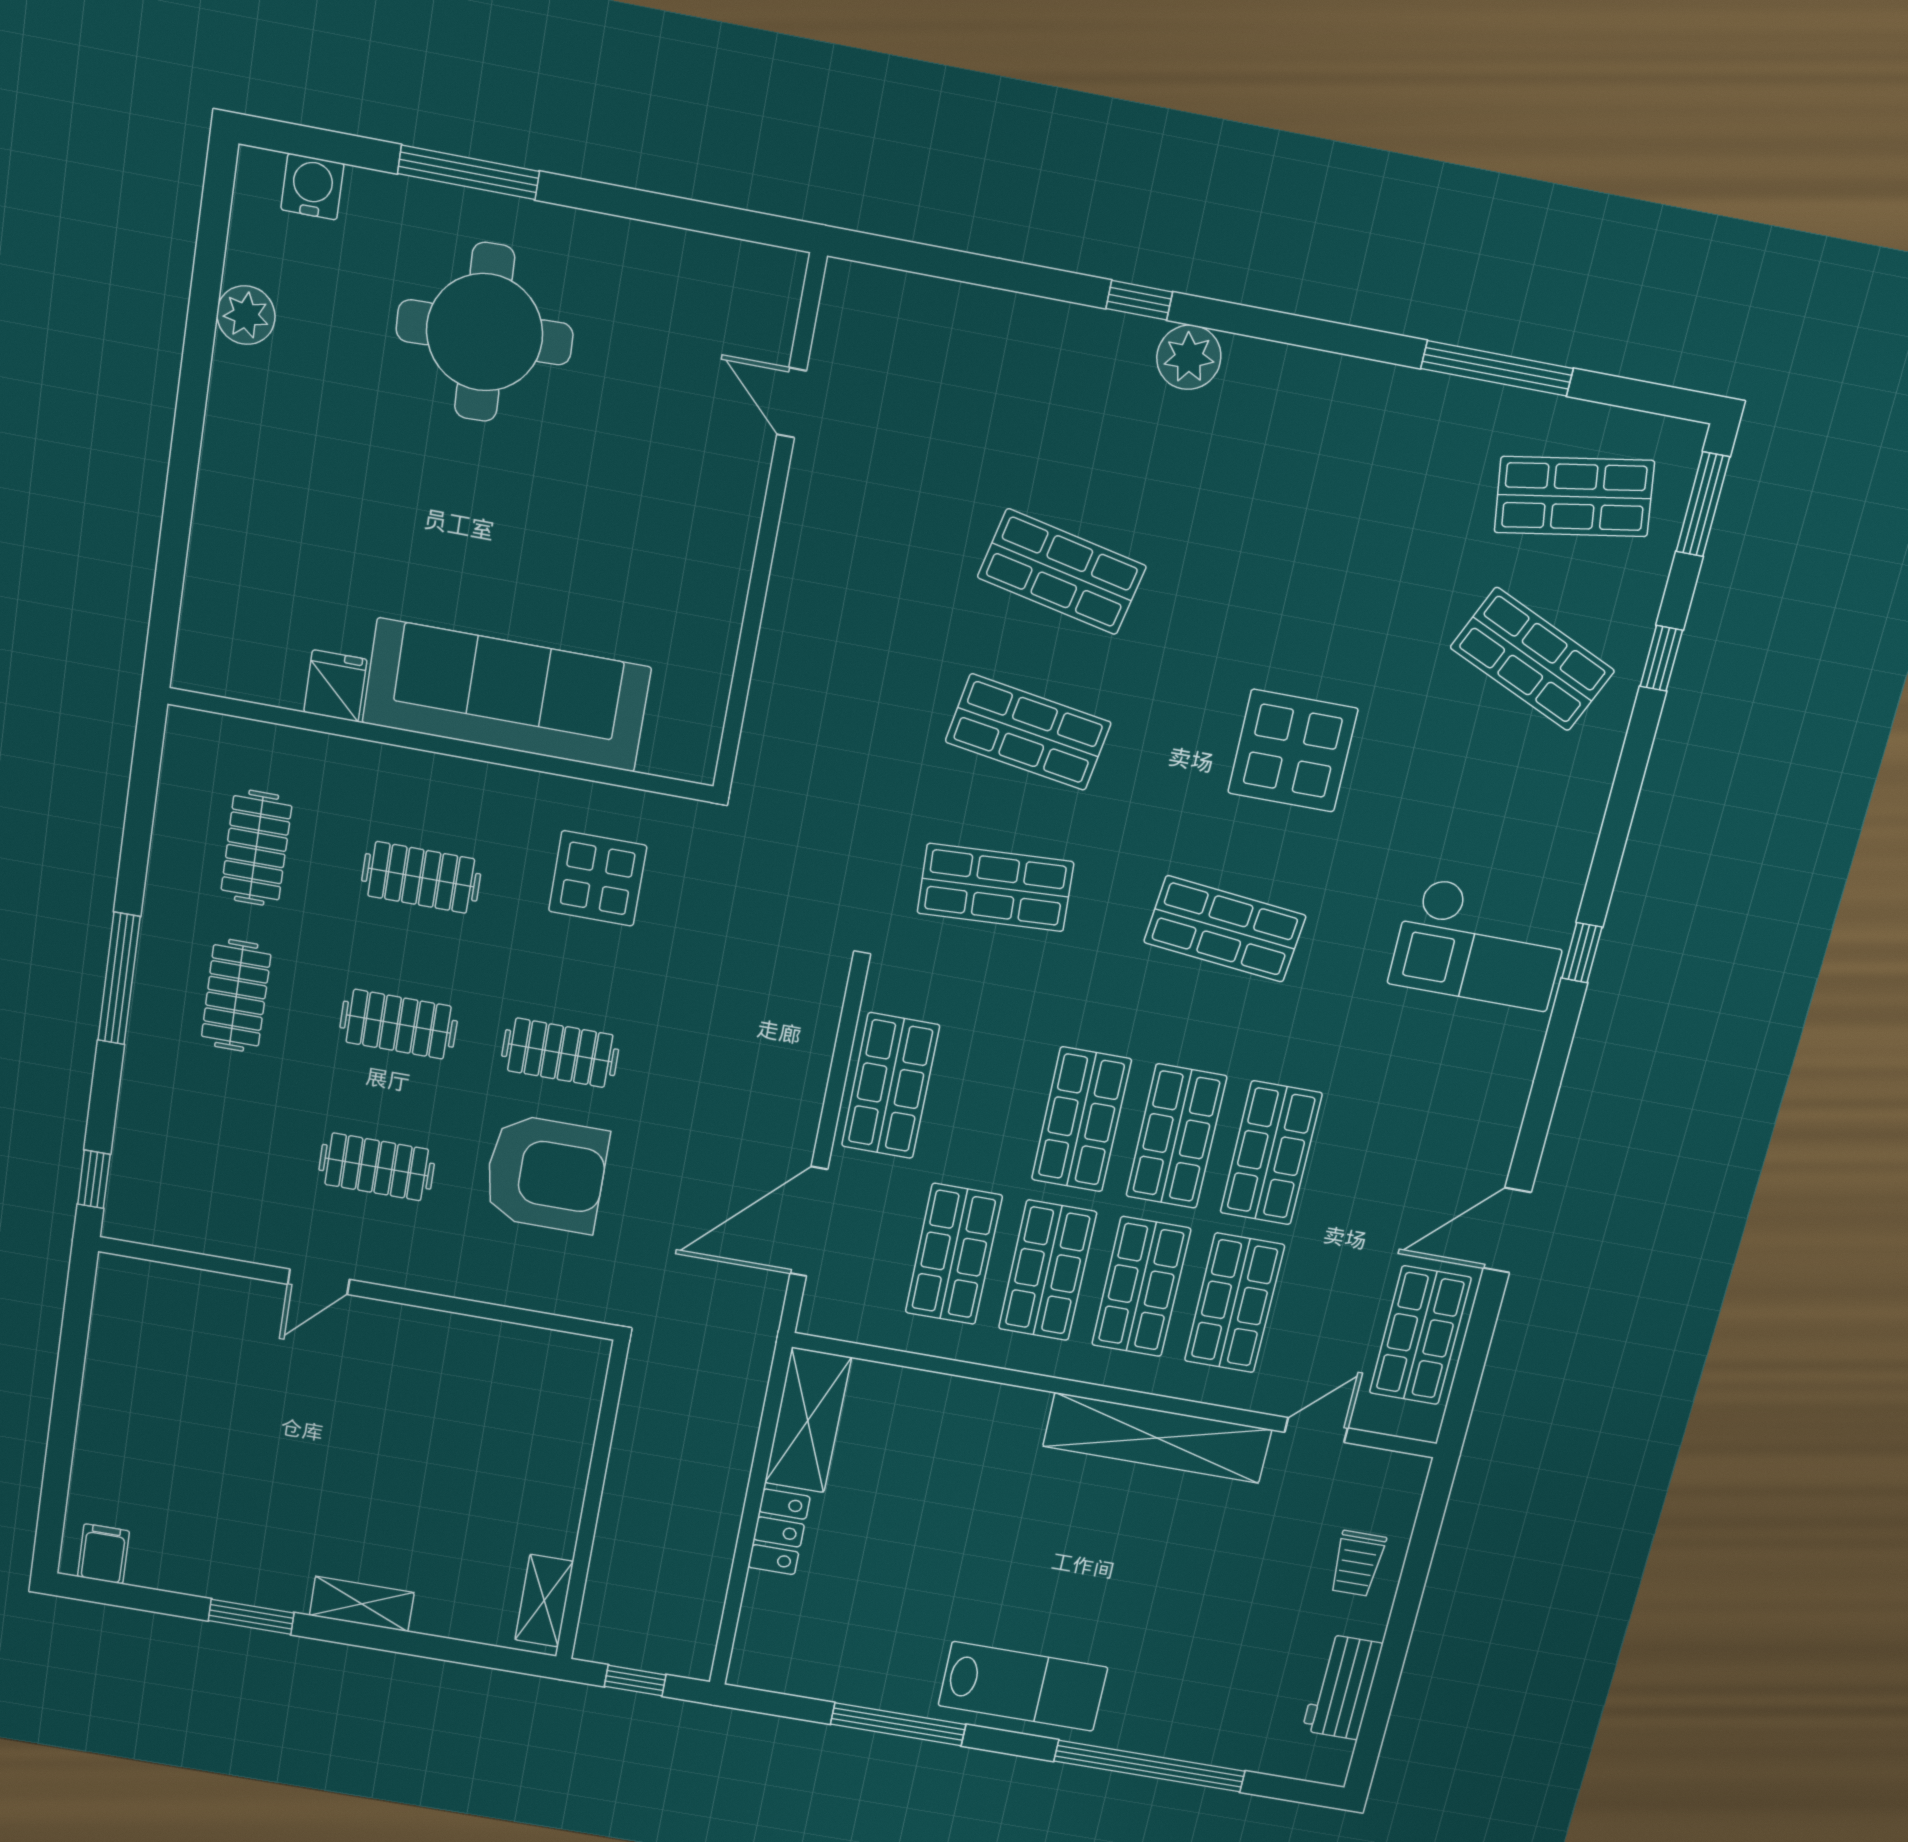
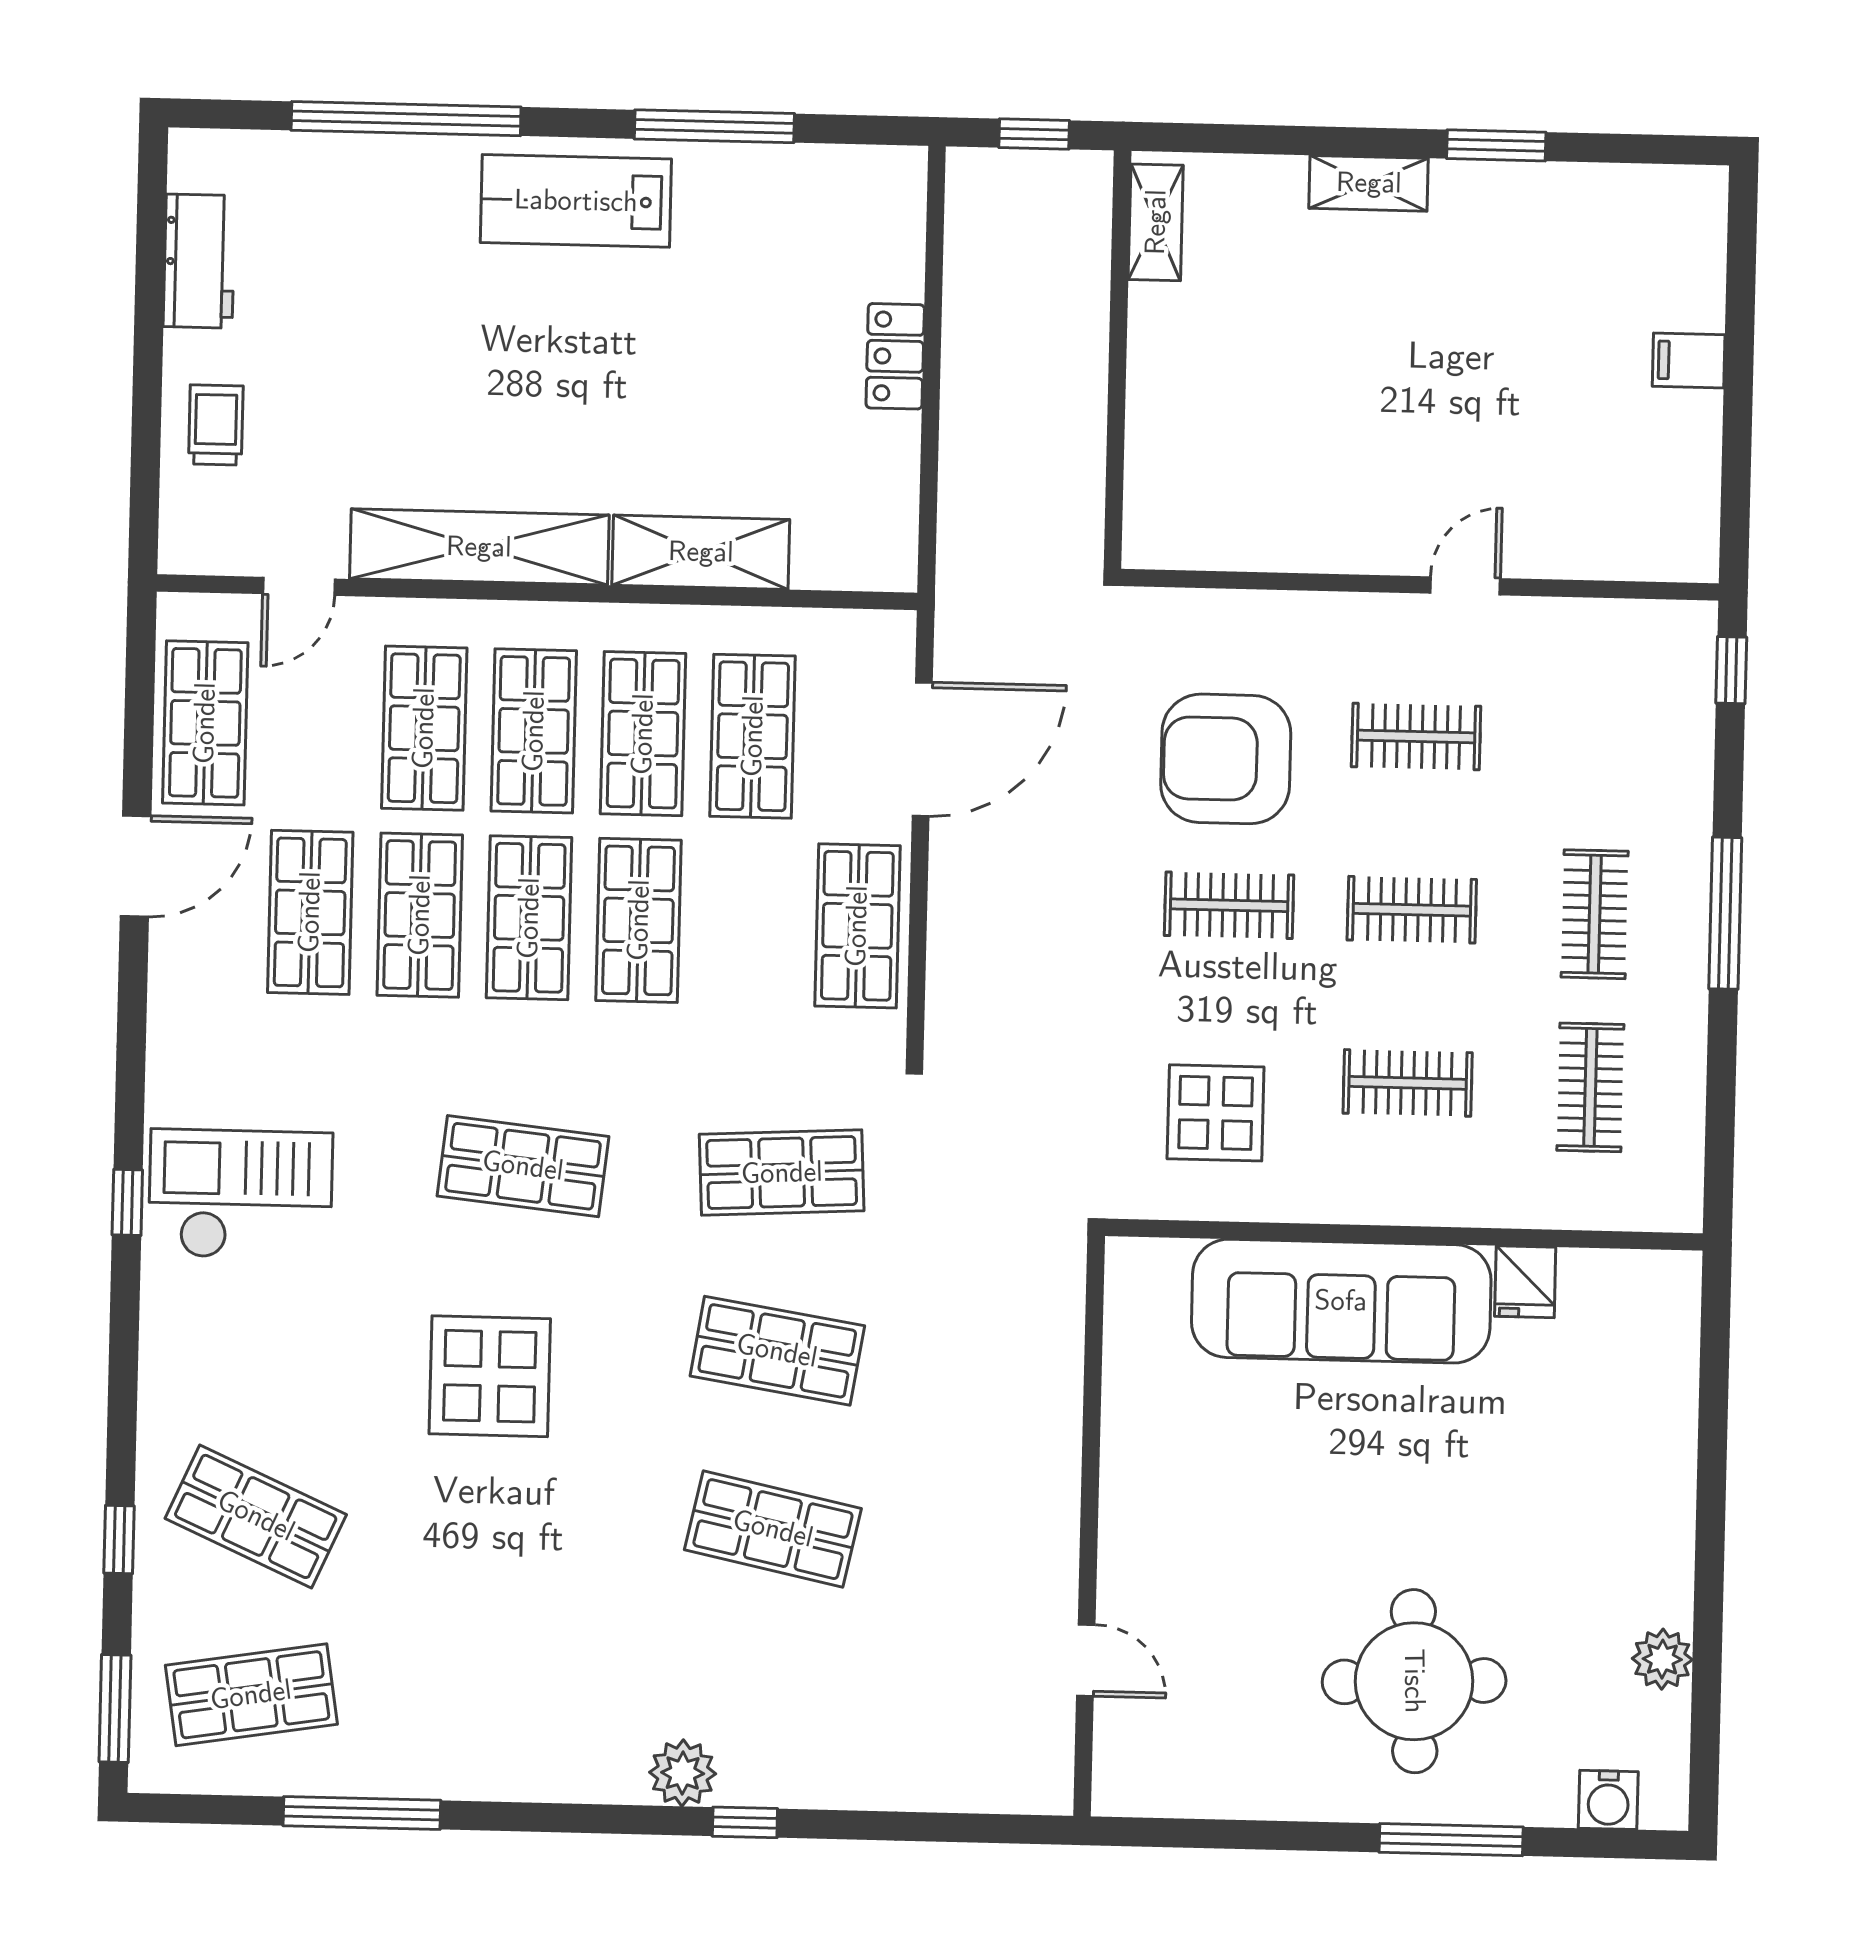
shop shelf: (1365, 1170) -> (310, 912), added
shelving: (808, 1420) -> (701, 552), moved, turned 90
filing cabinet: (103, 1554) -> (1689, 360), moved, turned 90

